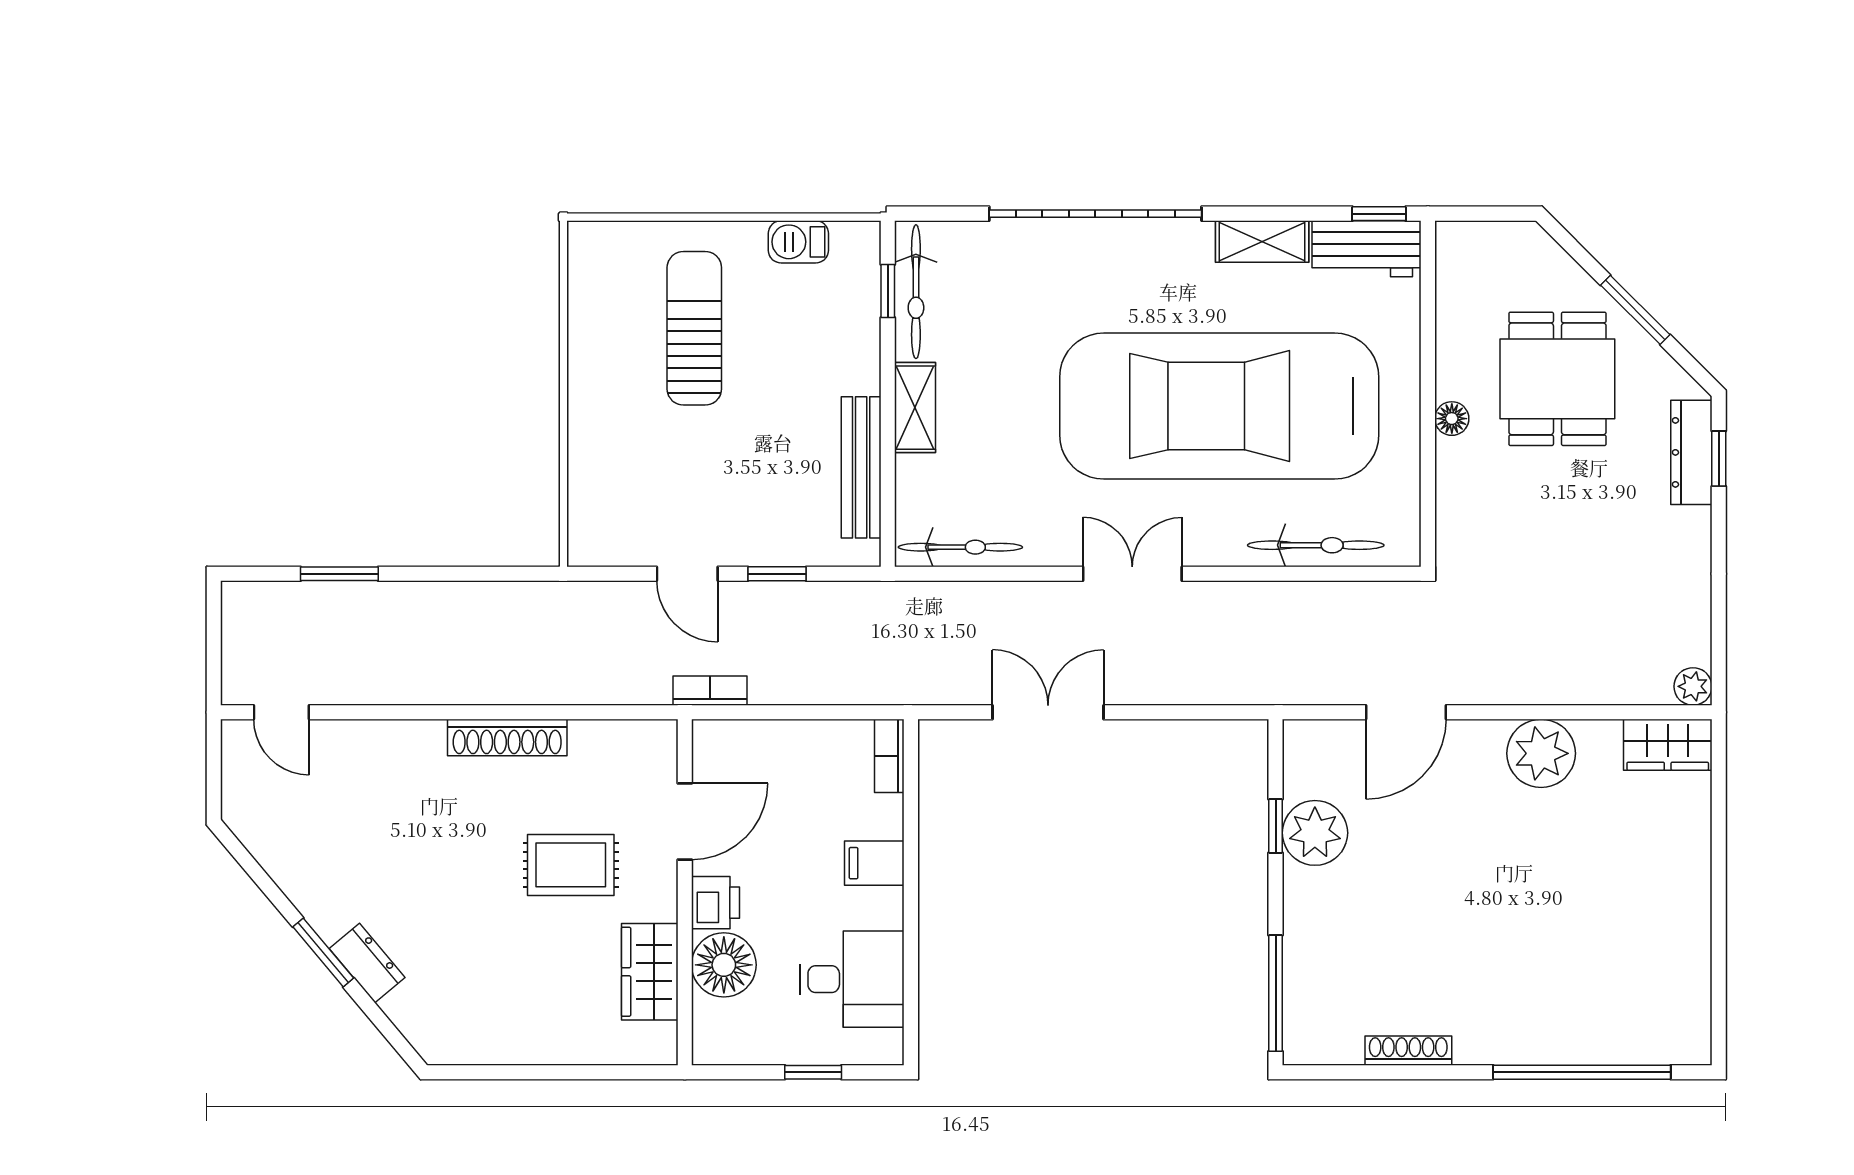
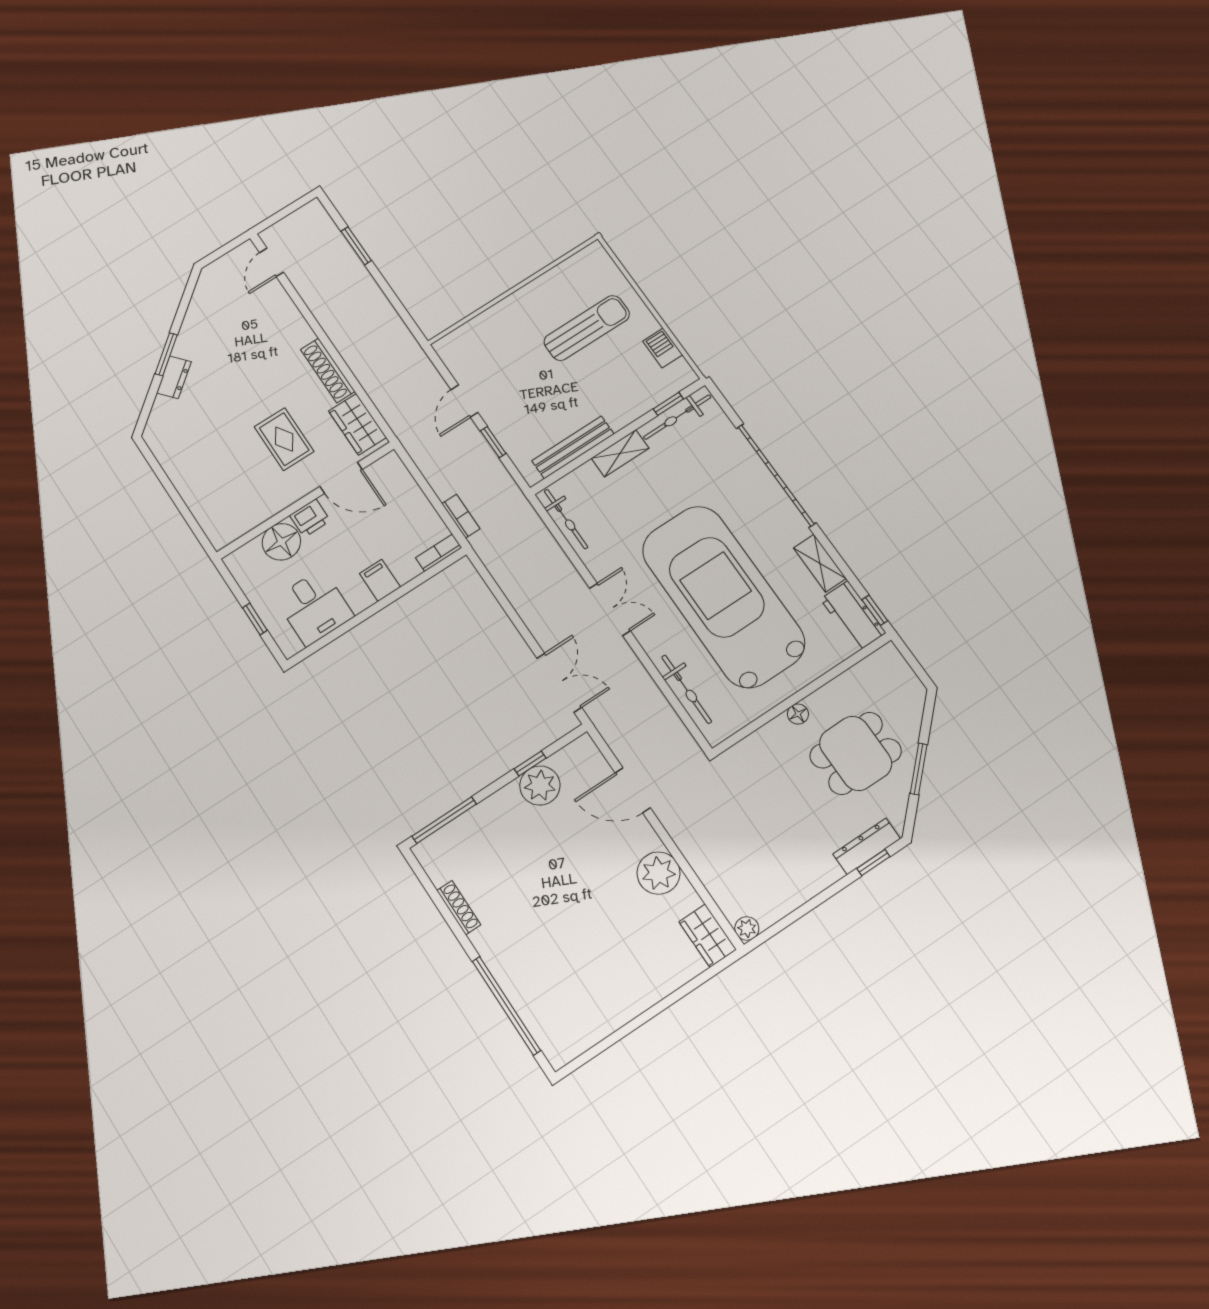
bookcase: (710, 691) -> (461, 516), moved
double door: (1048, 712) -> (559, 683), moved
wardrobe: (650, 972) -> (357, 424), moved, turned -90

